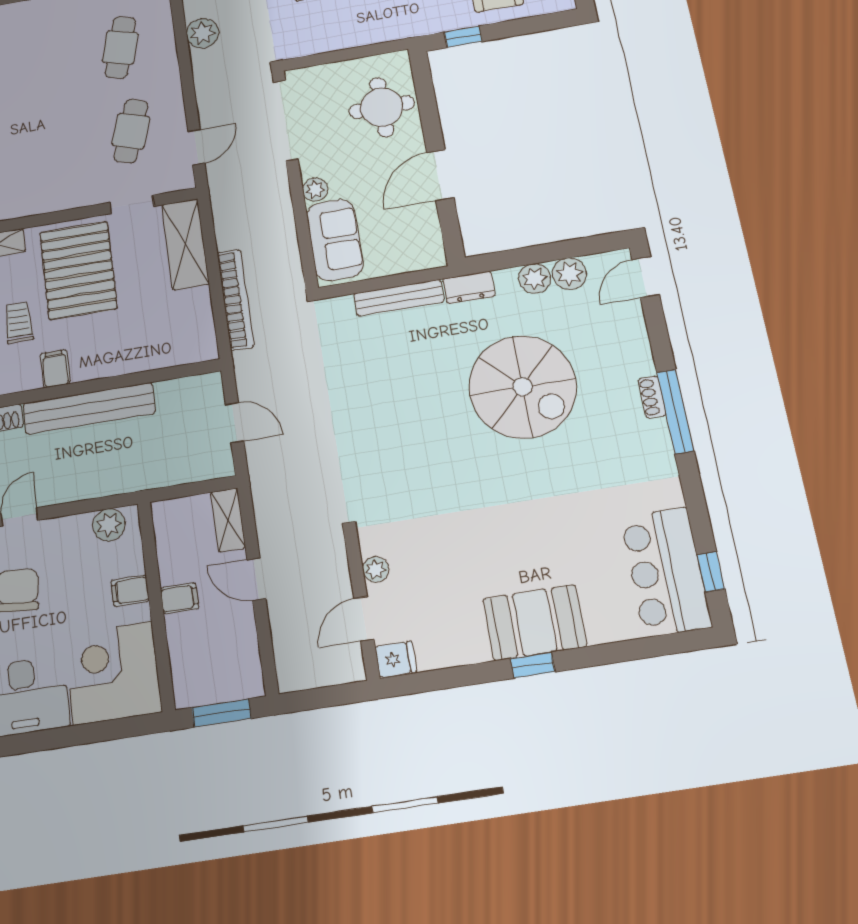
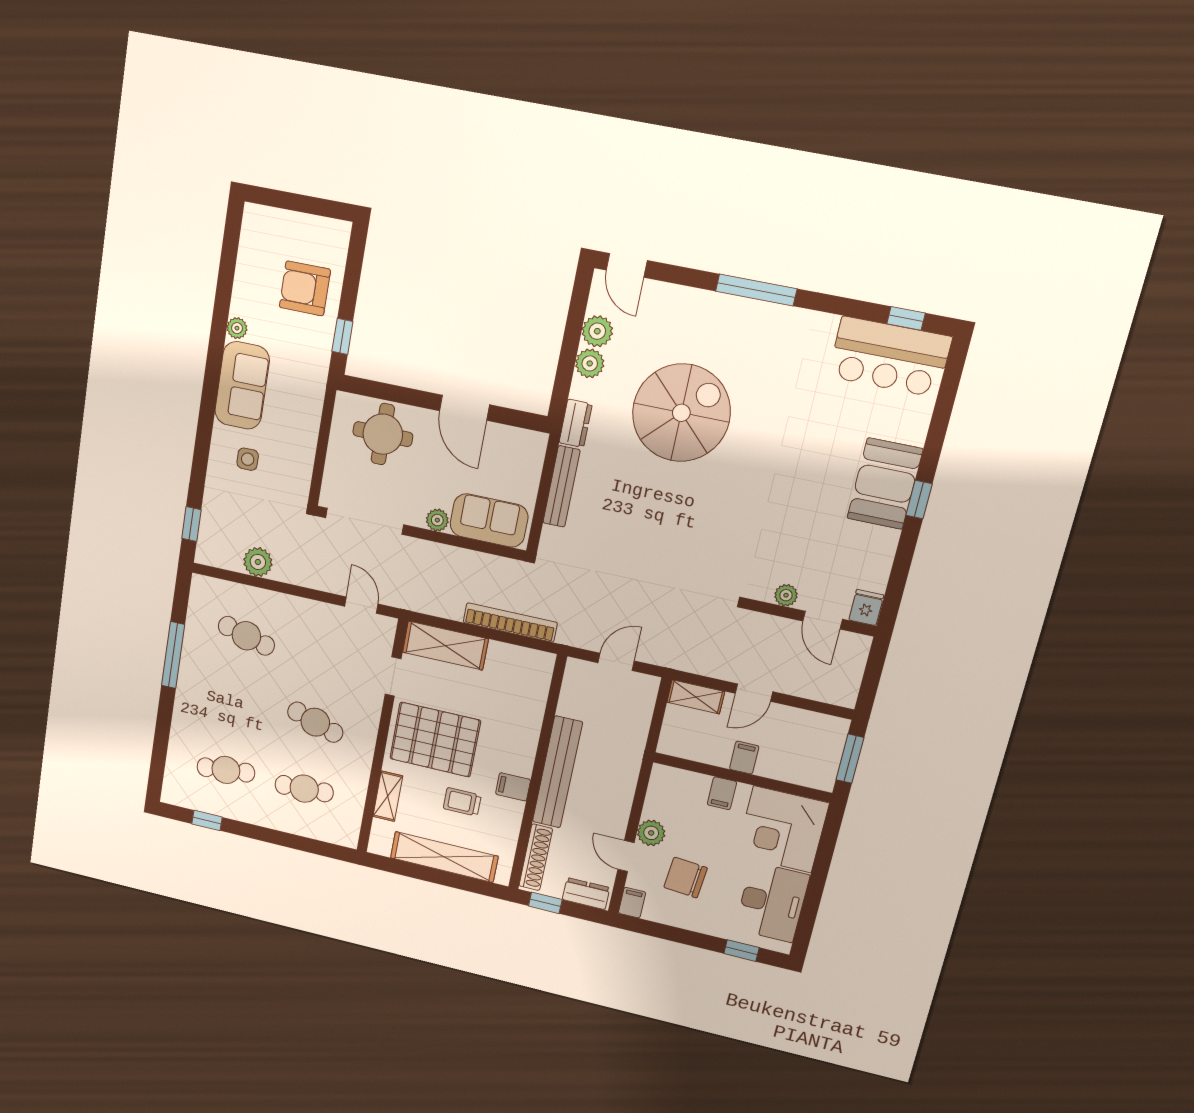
cafe table: (131, 131) -> (315, 722), moved
shoe rack: (652, 397) -> (735, 305), removed
plant: (109, 525) -> (651, 833), moved

